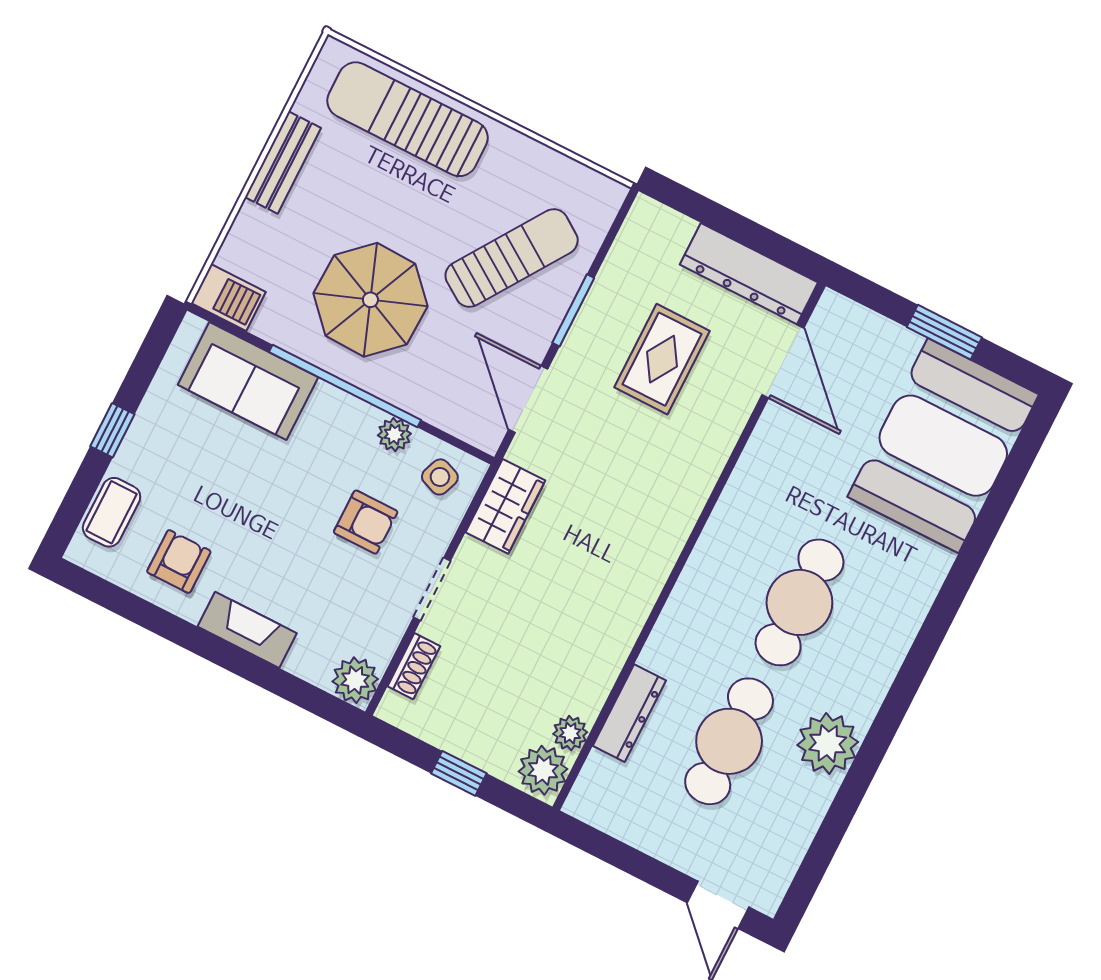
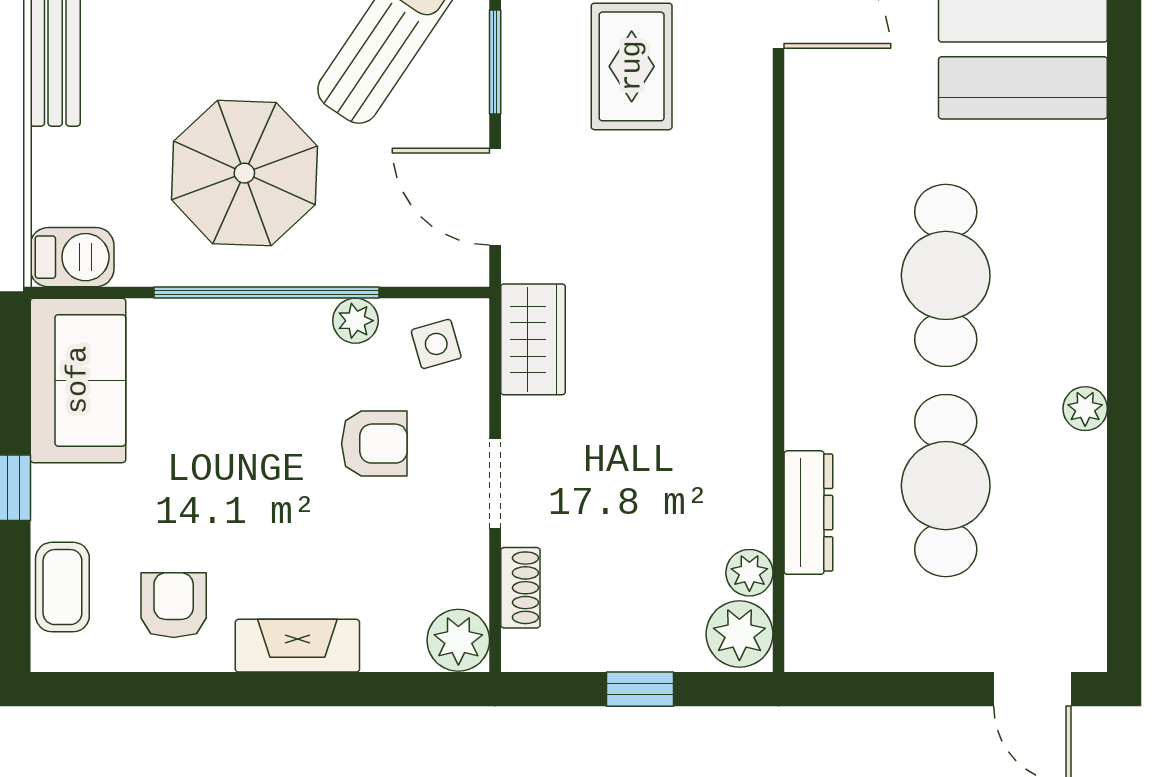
sofa: (248, 381) -> (78, 380), moved, turned -90
side table: (440, 477) -> (436, 344), turned -37
plant: (828, 743) -> (1085, 409), width x0.53, depth x0.53

